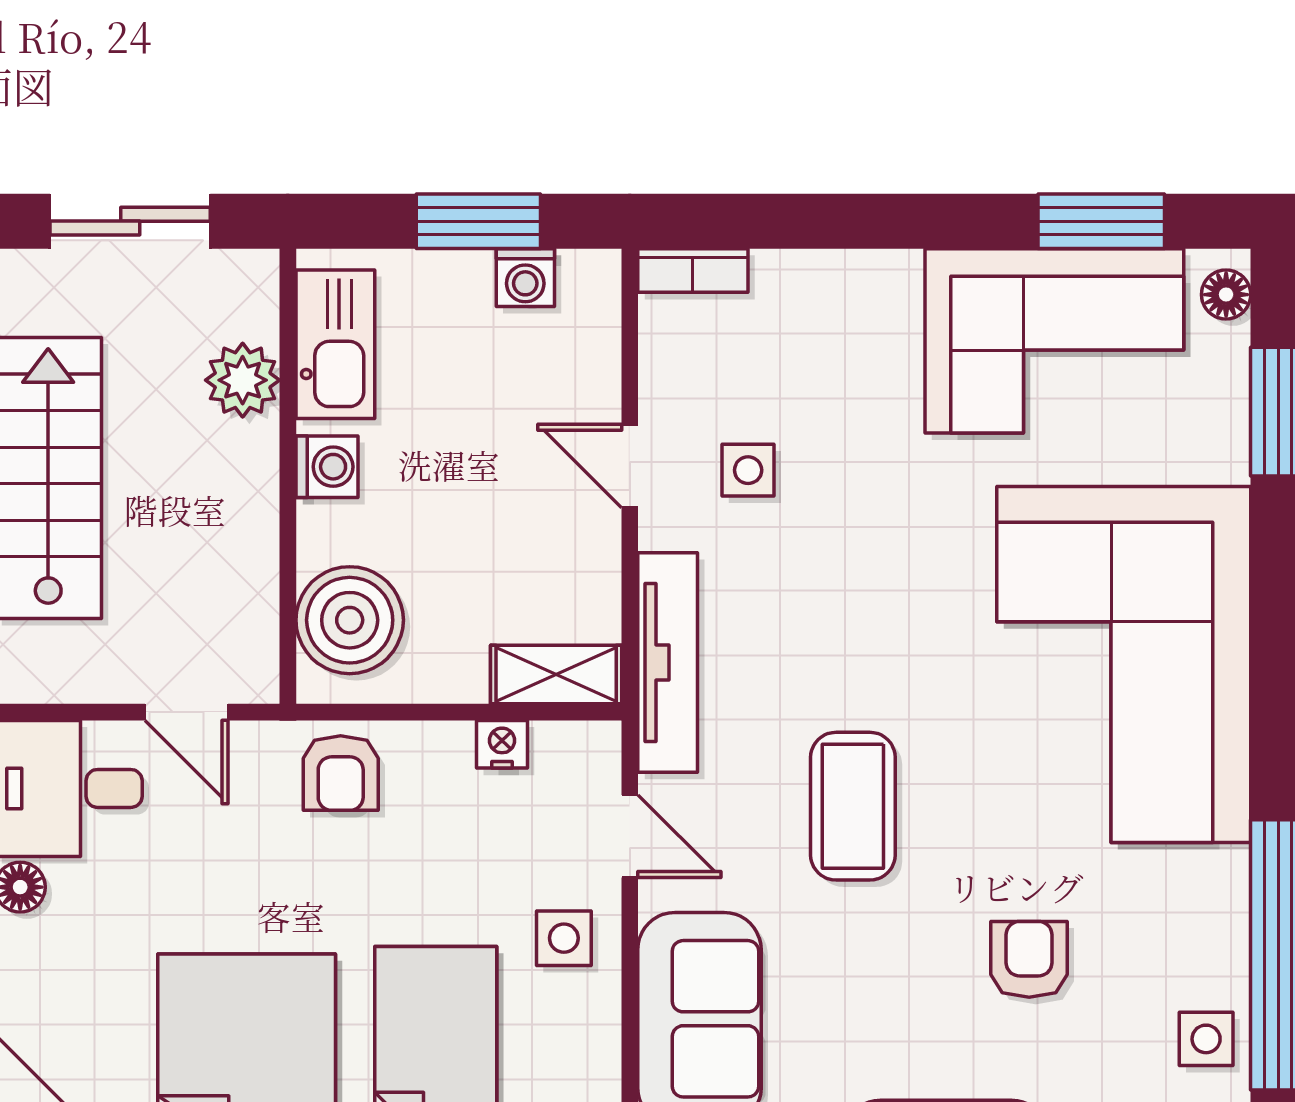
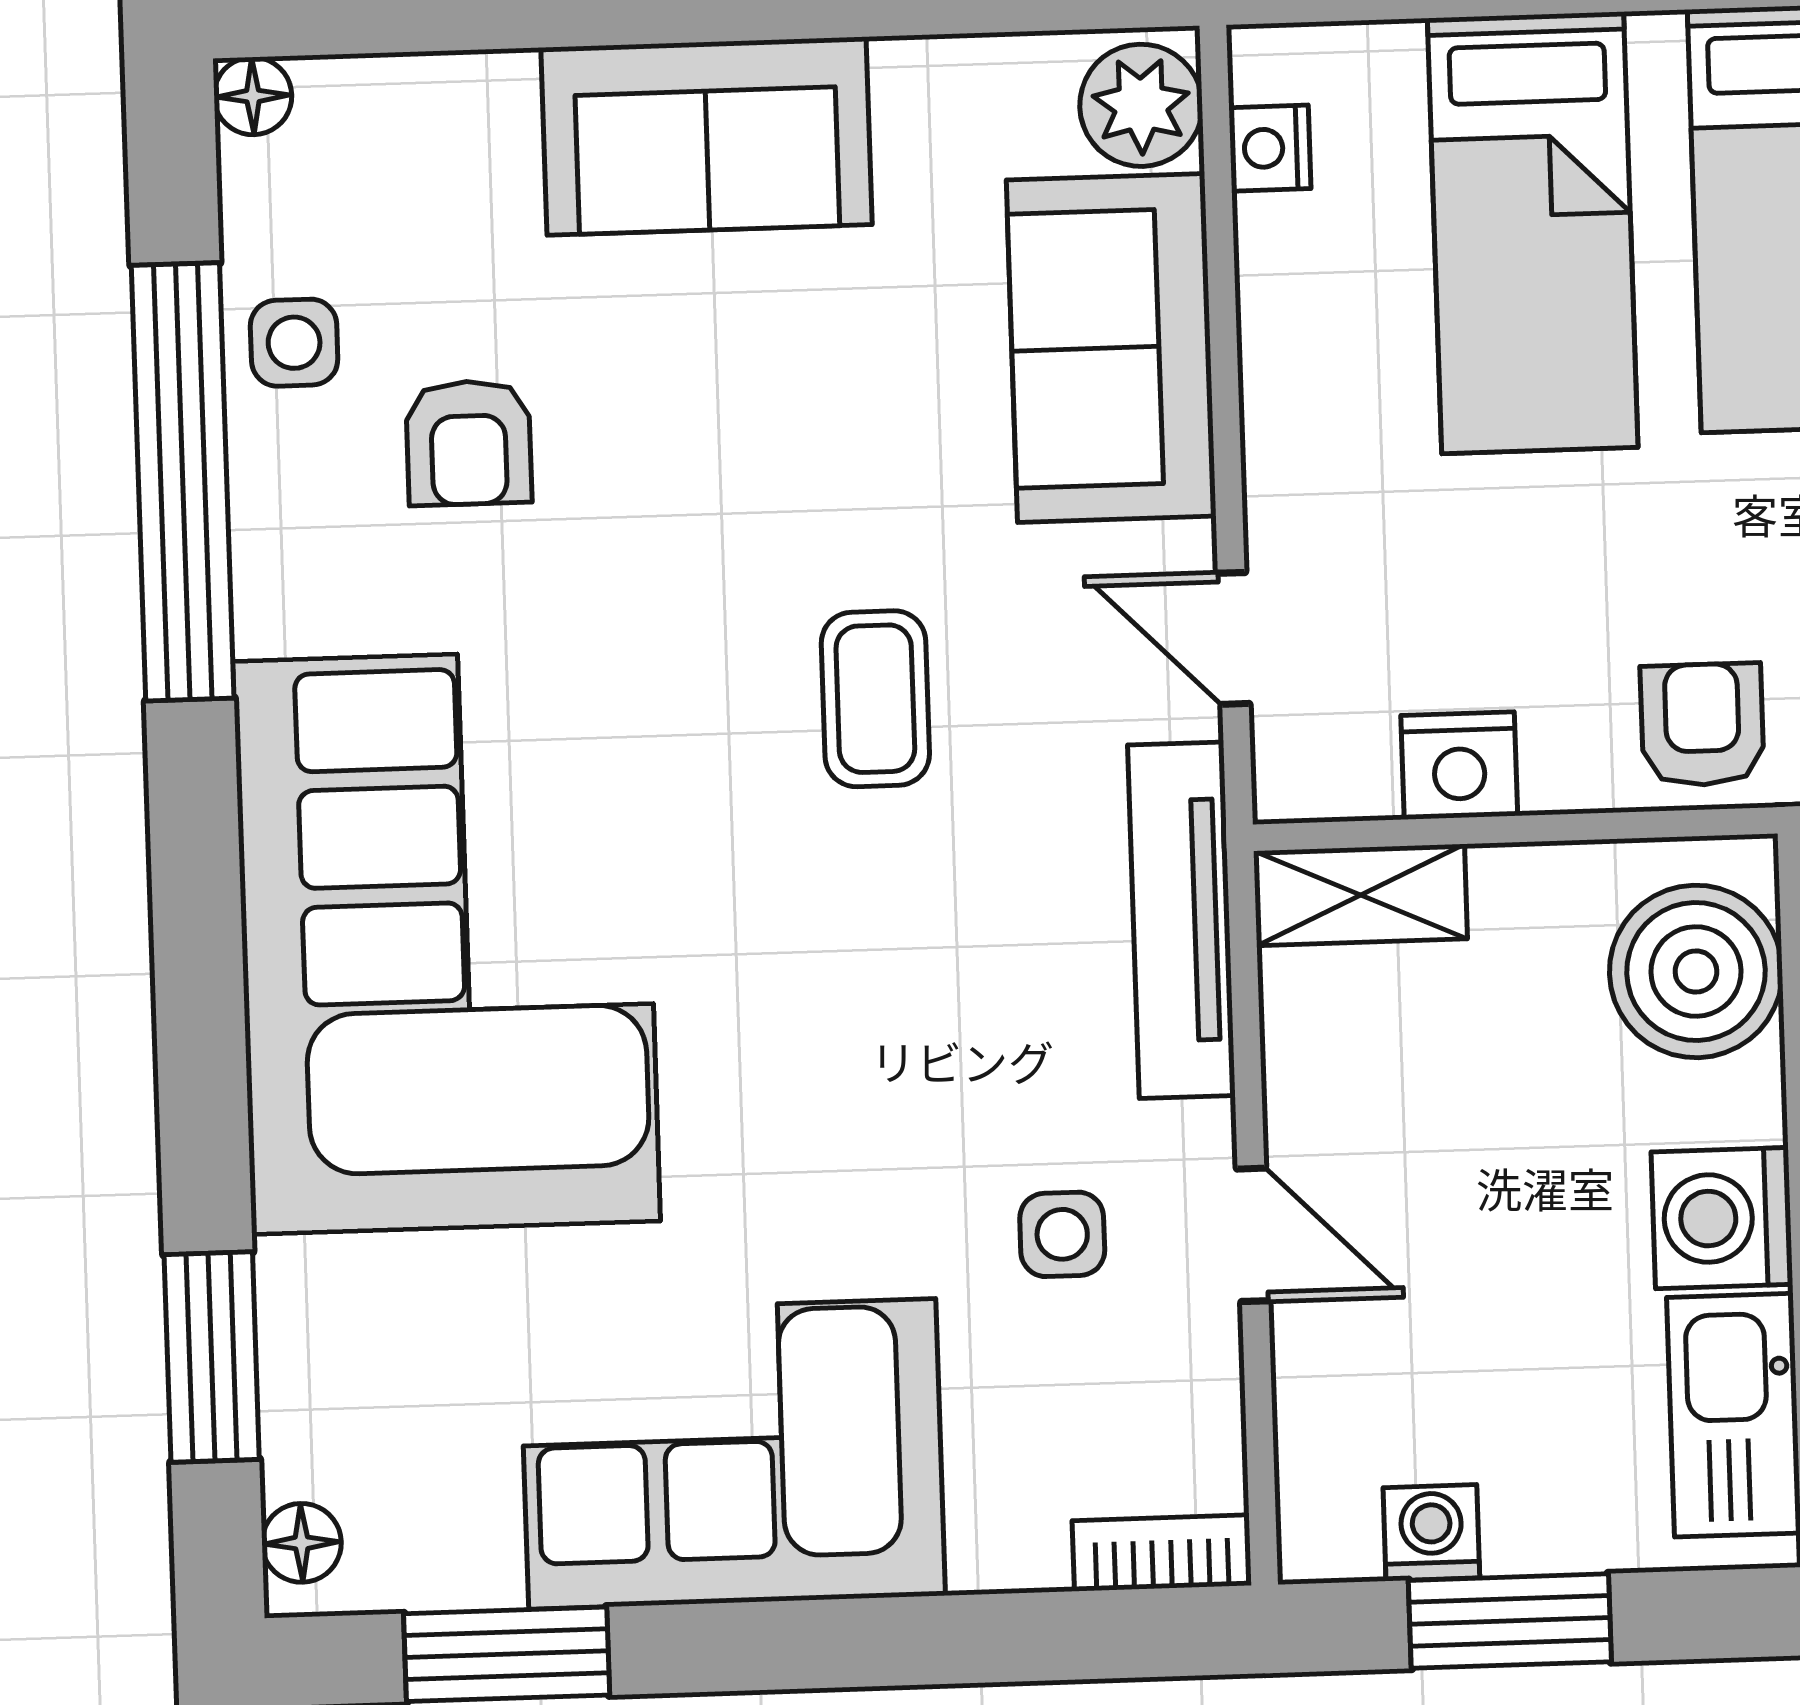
corner sofa: (1054, 341) -> (732, 1454), moved
washing machine: (327, 467) -> (1722, 1218), width x1.38, depth x1.38
nightstand: (502, 744) -> (1459, 766), width x1.39, depth x1.35
coffee table: (853, 806) -> (875, 699), width x0.73, depth x0.77
side table: (564, 938) -> (1334, 471), removed
armchair: (1029, 959) -> (469, 443), moved

